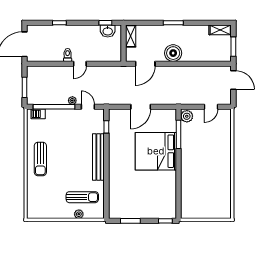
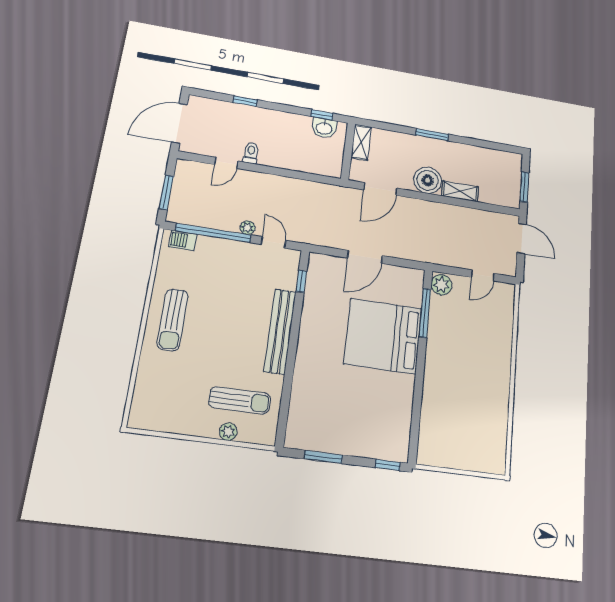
shelving: (220, 30) -> (460, 191), moved
door: (80, 64) -> (226, 163), moved

